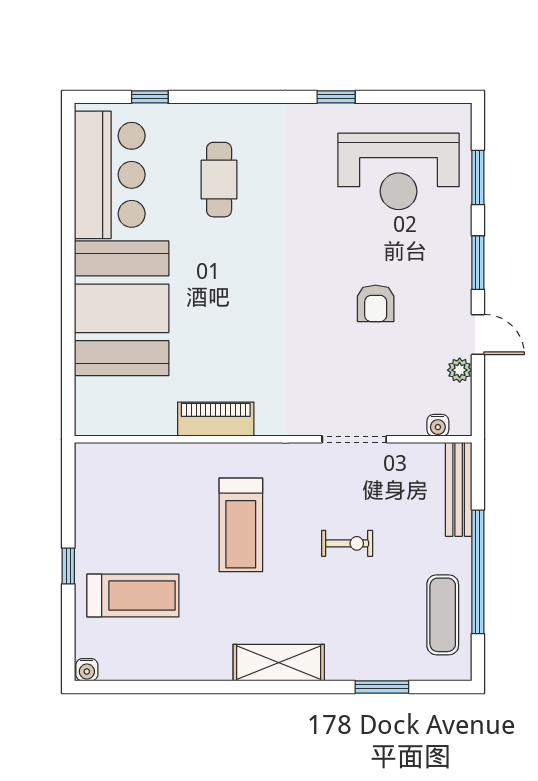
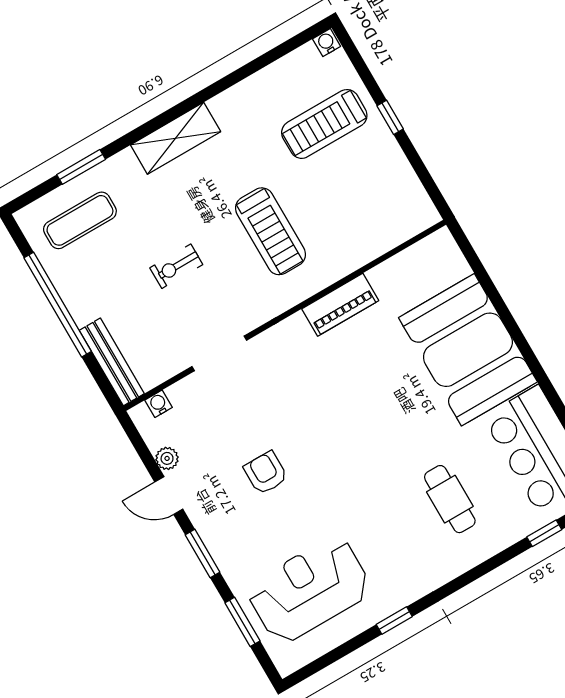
treadmill: (241, 525) -> (271, 231), turned 180
exercise mat: (443, 615) -> (80, 220), moved, turned 90

